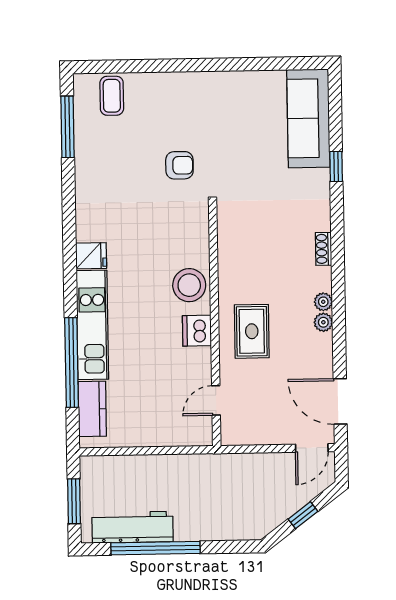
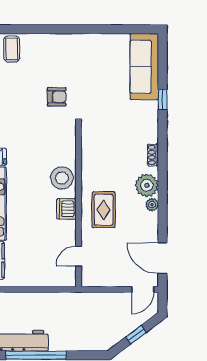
plant: (323, 302) -> (147, 185), width x1.88, depth x1.88

